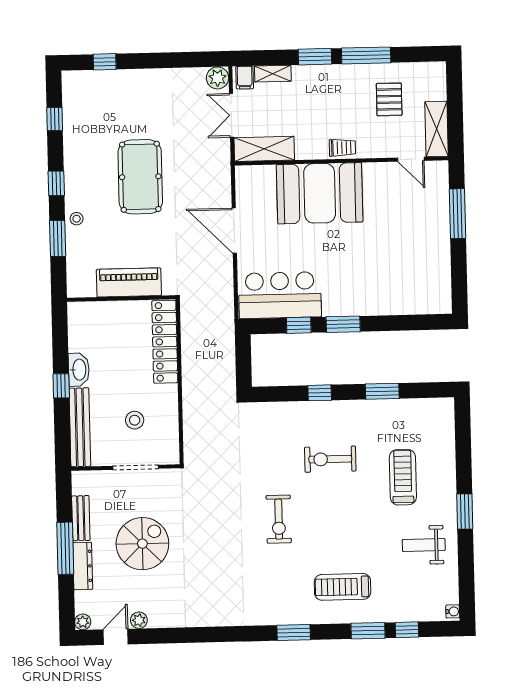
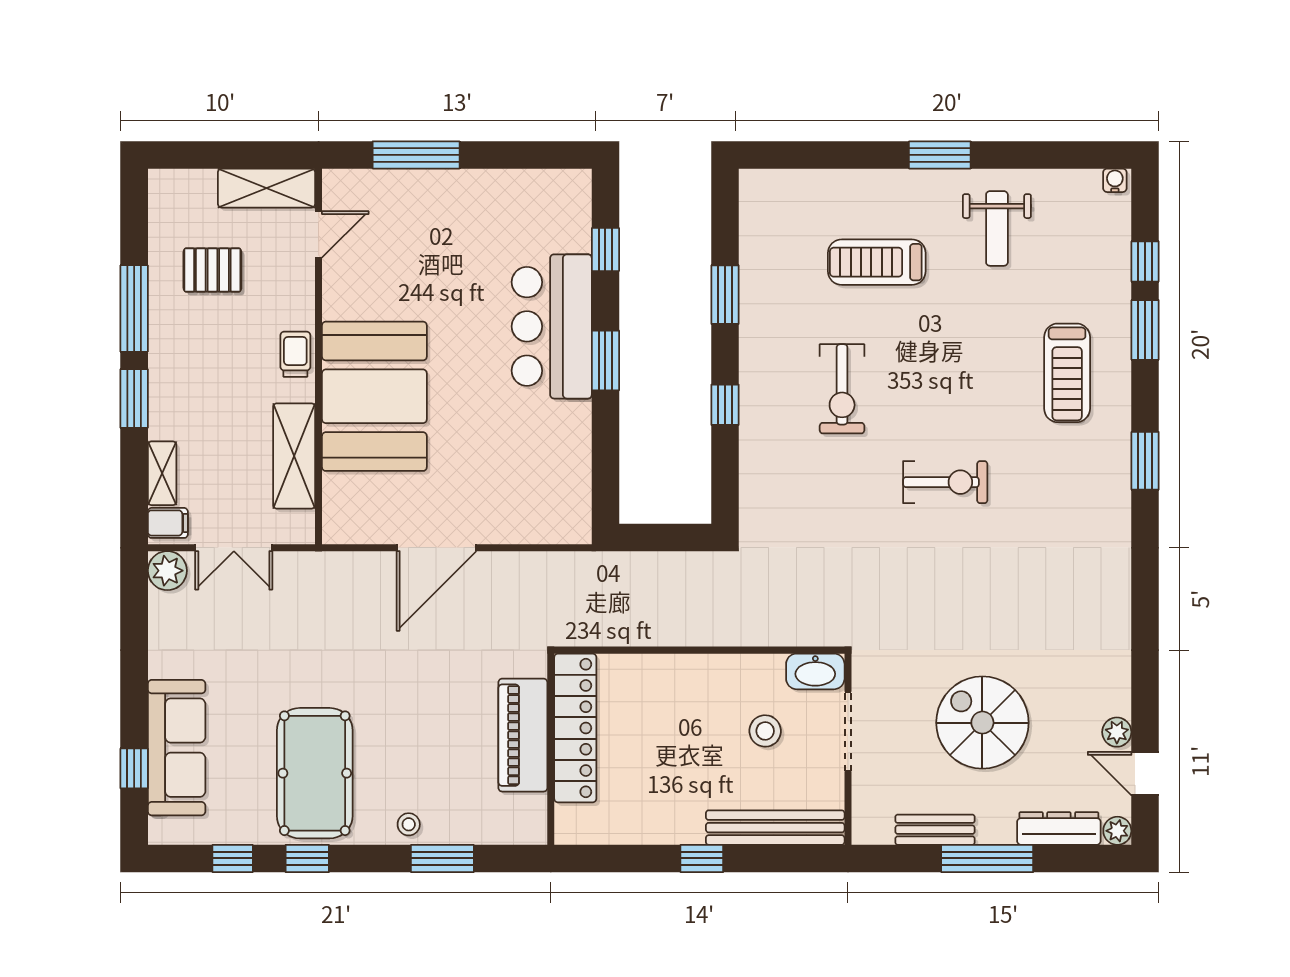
sofa: (117, 86) -> (177, 748), added
shelving: (264, 149) -> (294, 456), moved
pool table: (140, 177) -> (315, 773), moved, turned 90
window: (56, 183) -> (307, 858), moved
bar counter: (280, 295) -> (552, 326), moved
window: (299, 325) -> (605, 250), moved
locker: (165, 342) -> (575, 728), moved, turned -90
washbasin: (79, 370) -> (815, 671), moved, turned 180
dresser: (83, 566) -> (1059, 829), moved

